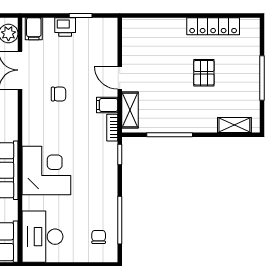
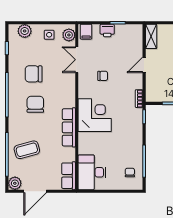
door: (120, 78) -> (144, 65), hinge flipped
filing cabinet: (107, 105) -> (136, 83), removed
shelving: (130, 110) -> (151, 36), moved
corner desk: (46, 170) -> (95, 115), moved

